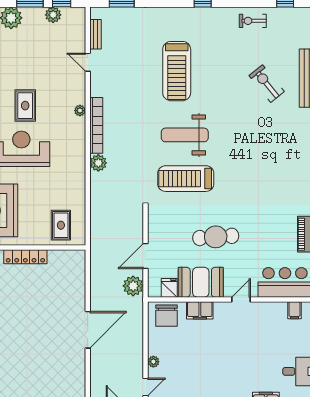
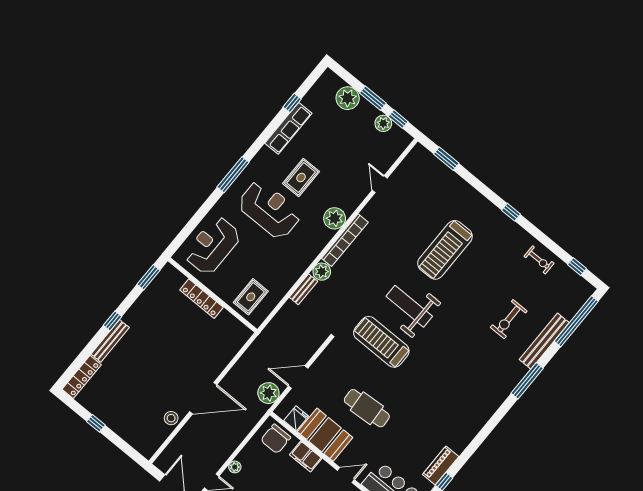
exercise bike: (253, 21) -> (539, 260), turned 180
bench: (96, 34) -> (303, 289), moved
exercise bike: (267, 84) -> (509, 319), turned -141
plant: (80, 111) -> (335, 218), width x1.88, depth x1.88
stool: (76, 364) -> (171, 418), added

